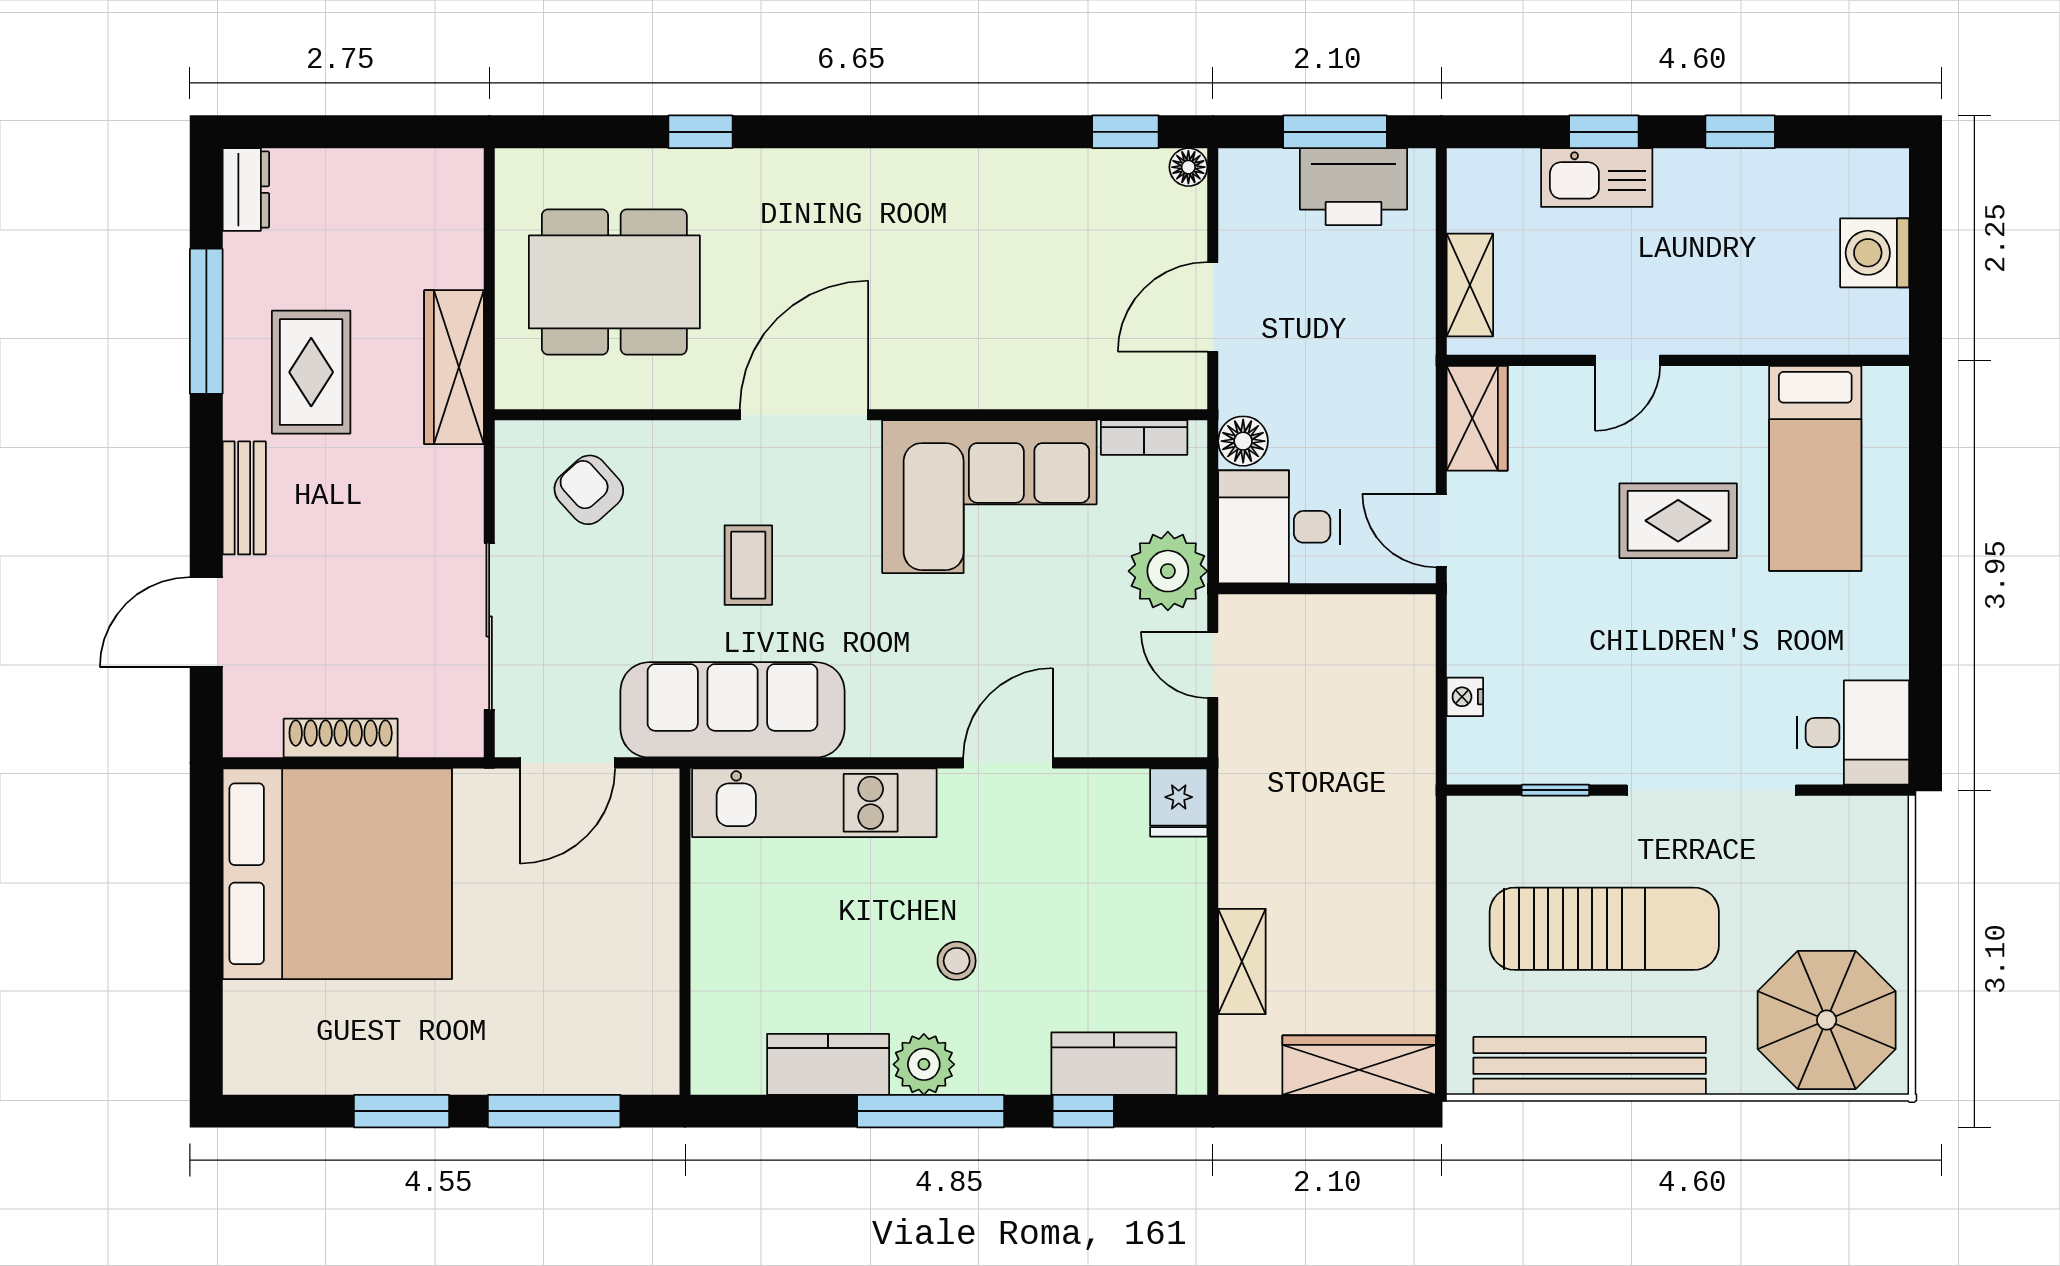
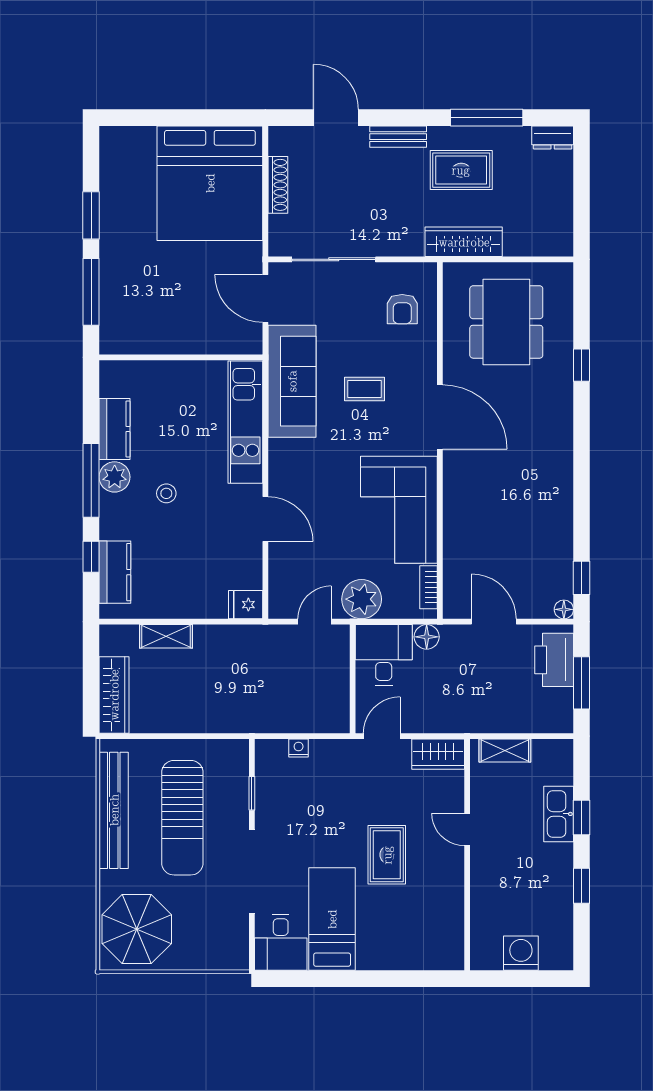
printer: (1354, 187) -> (554, 660), moved
bed: (1815, 468) -> (332, 919), moved, turned 90
armchair: (589, 490) -> (402, 309), turned 132

